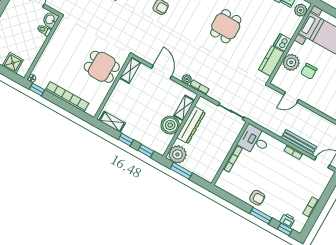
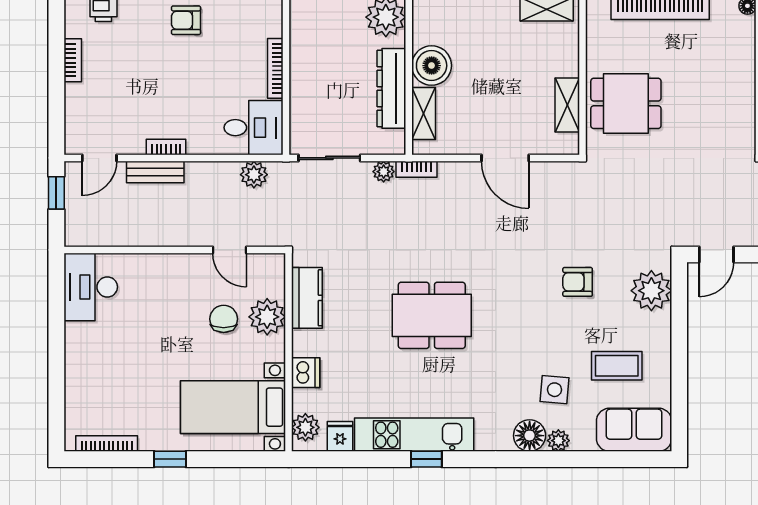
dining table: (226, 26) -> (432, 315), width x1.38
dishwasher: (282, 42) -> (306, 373), moved
shelving: (130, 70) -> (567, 105), moved
plant: (187, 79) -> (384, 172), moved
door: (291, 97) -> (229, 250), swing flipped
plant: (265, 122) -> (254, 175), added
bench: (299, 142) -> (155, 172), width x0.73

